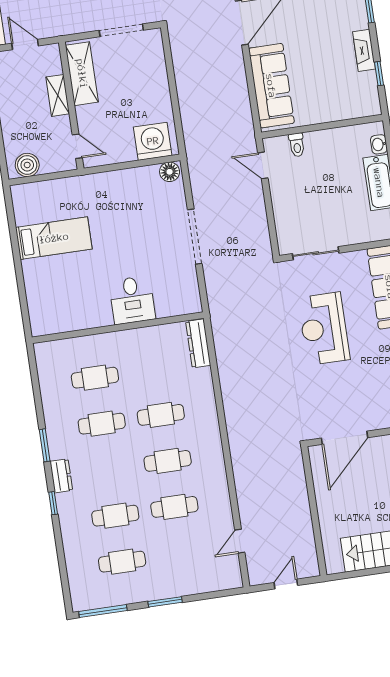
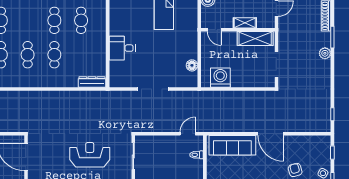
washing machine: (153, 141) -> (220, 78), moved, turned -90
door: (77, 146) -> (214, 30), hinge flipped
floor lamp: (170, 172) -> (192, 65), moved

